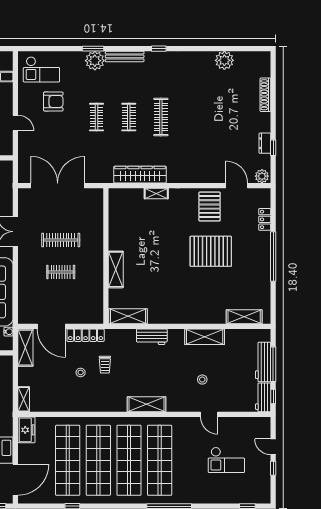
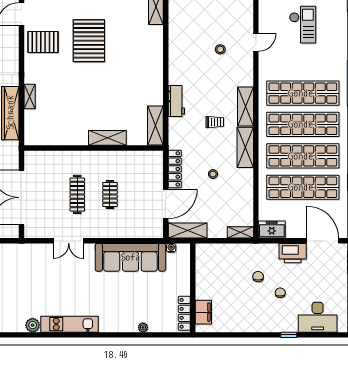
shelving: (205, 337) -> (245, 147), moved
trolley: (105, 365) -> (215, 122), moved

